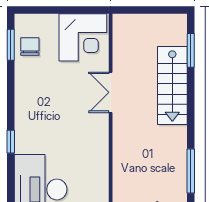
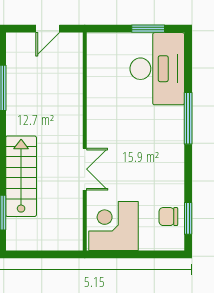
chair: (30, 47) -> (168, 217), turned 90
window: (11, 142) -> (188, 118), width x2.17

